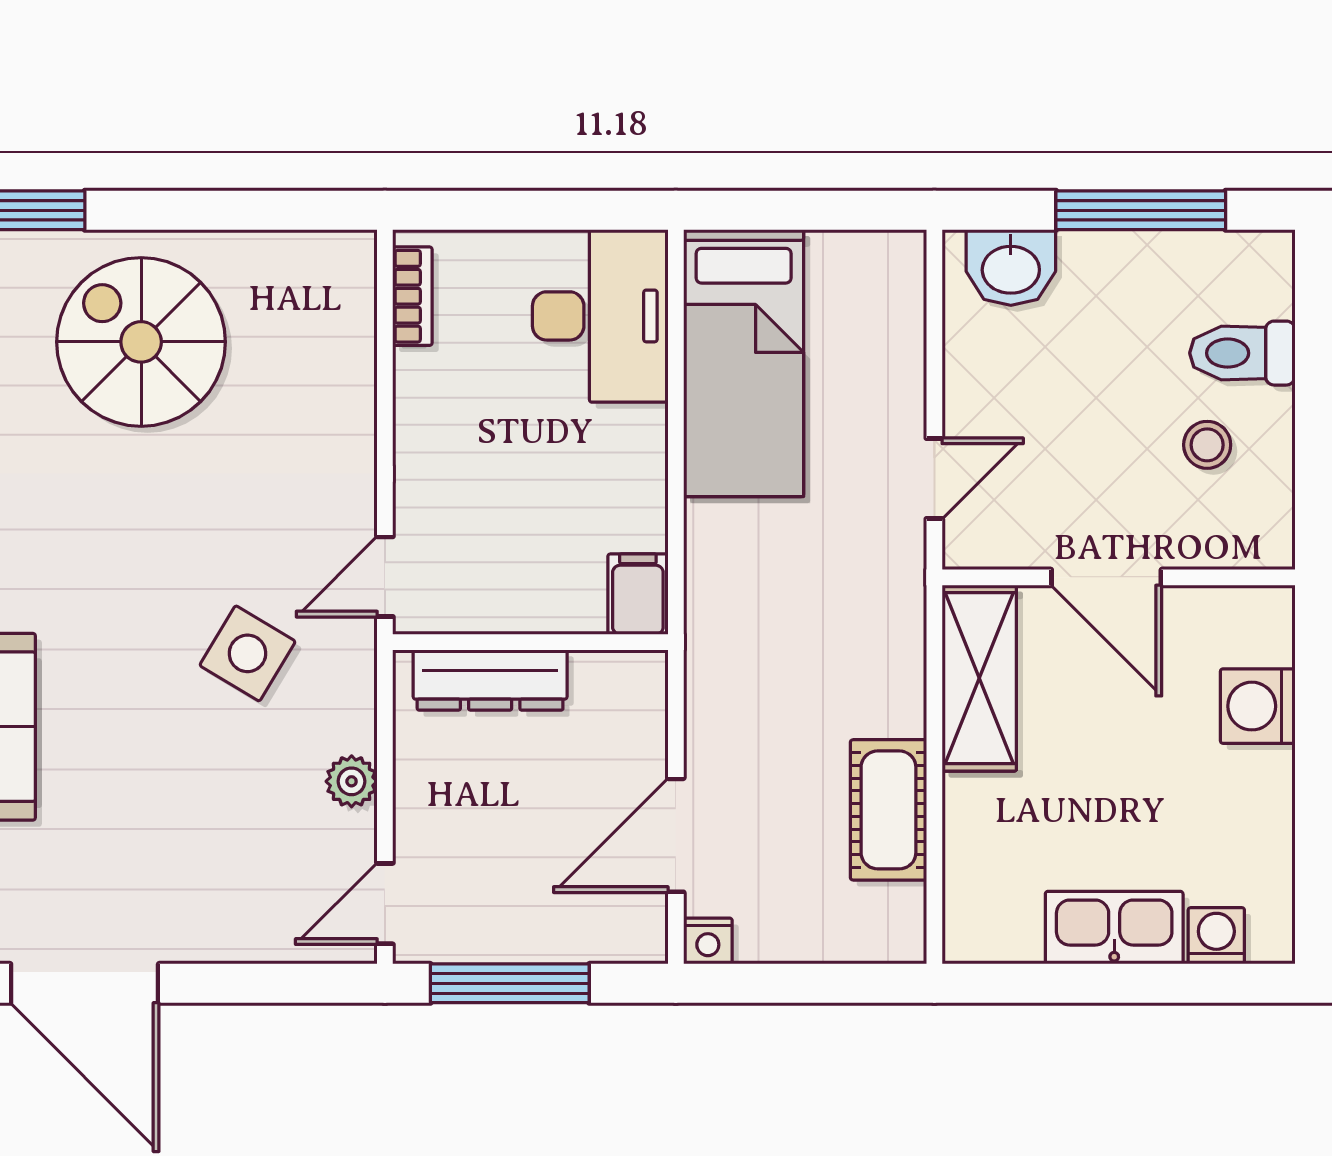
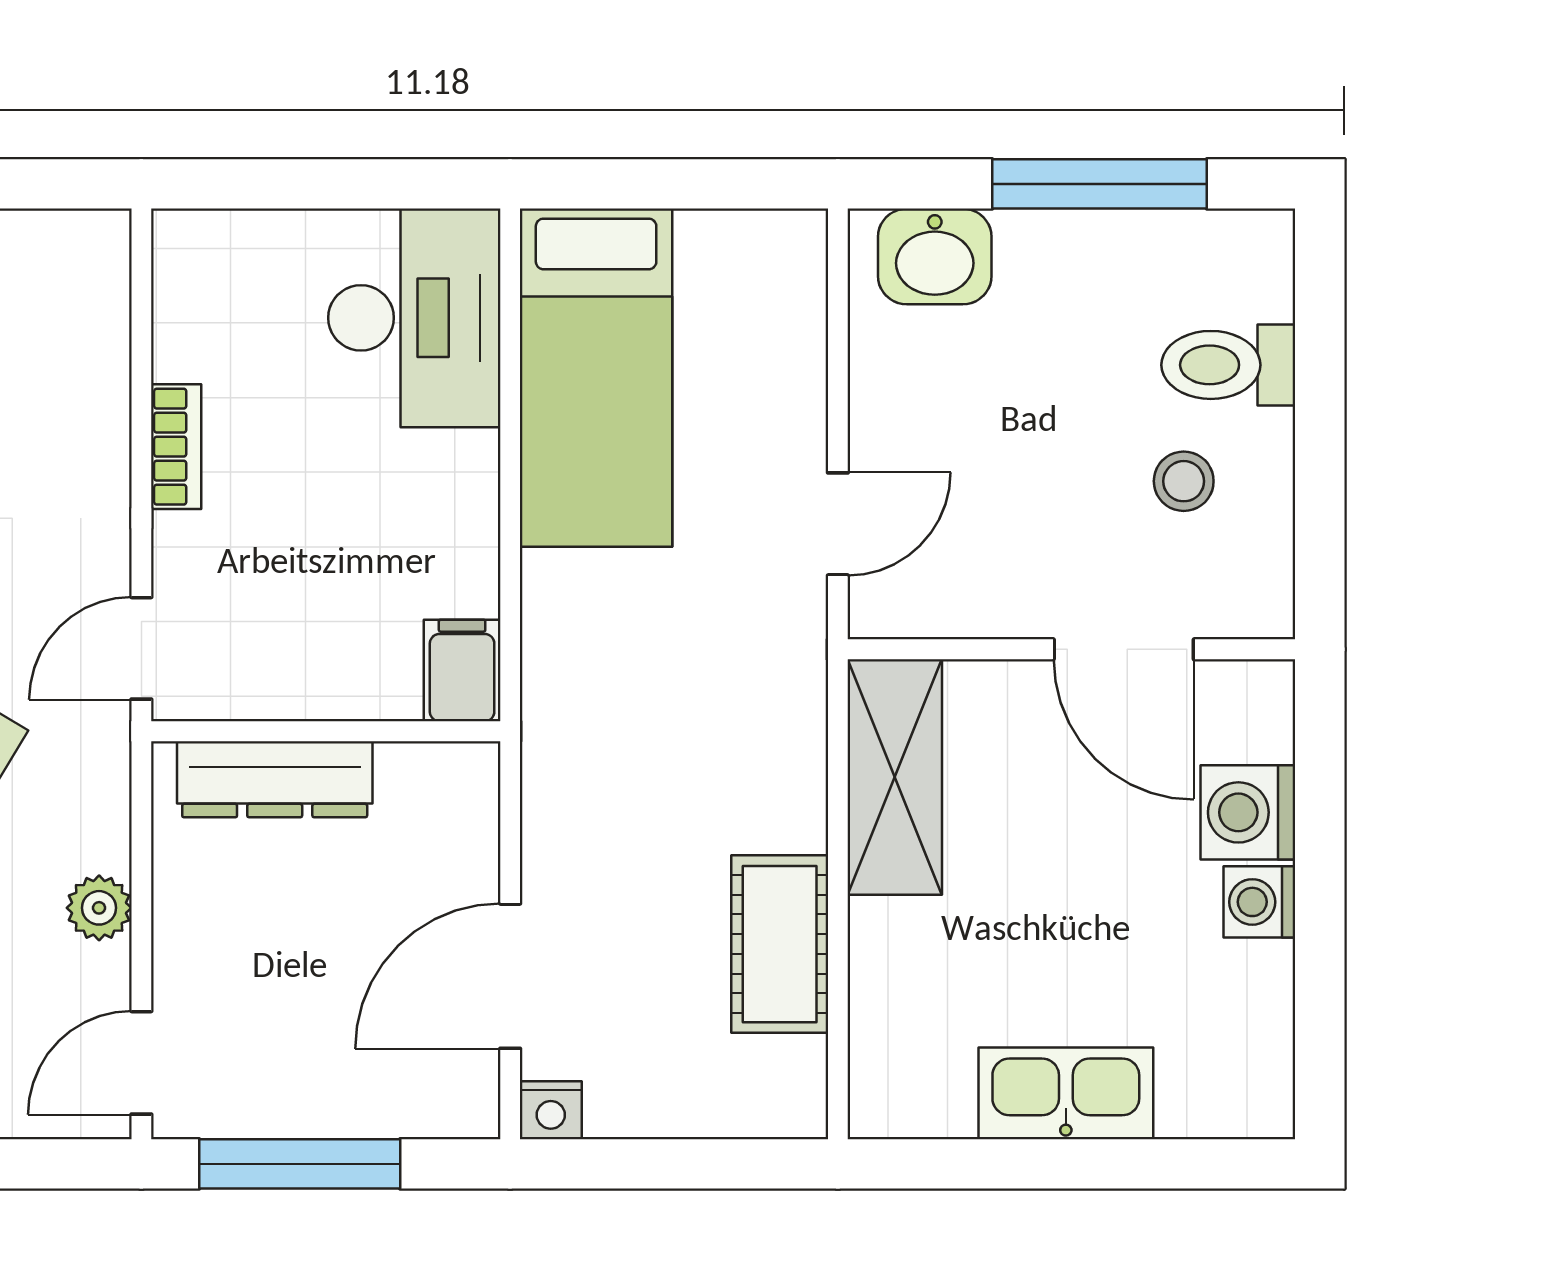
bookcase: (412, 296) -> (176, 447), moved
door: (1106, 577) -> (1124, 649), moved
washing machine: (1216, 936) -> (1259, 902), moved, turned -90

